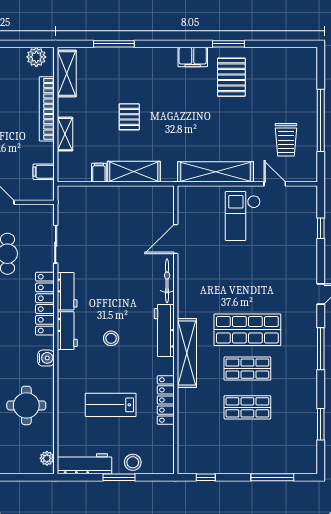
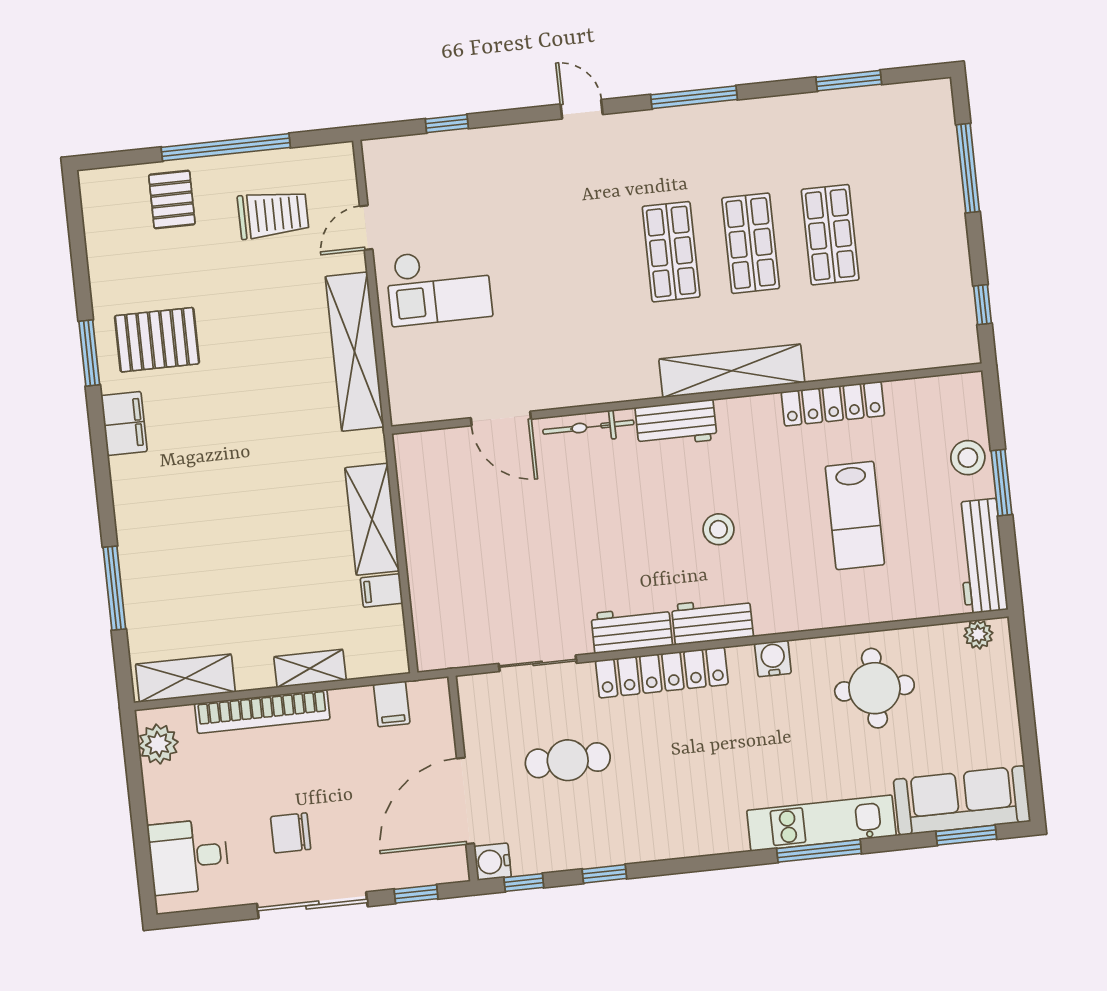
pallet: (129, 117) -> (172, 200), moved, turned 90
workbench: (164, 330) -> (676, 424), width x0.73
shop shelf: (247, 330) -> (671, 252), width x0.70, depth x0.74

